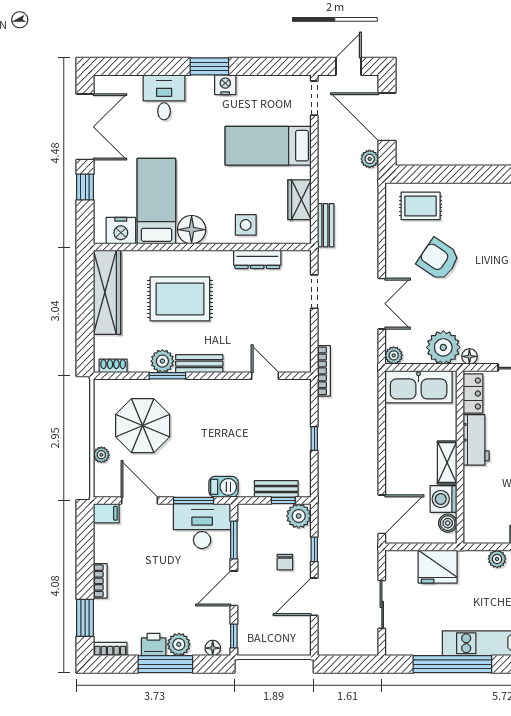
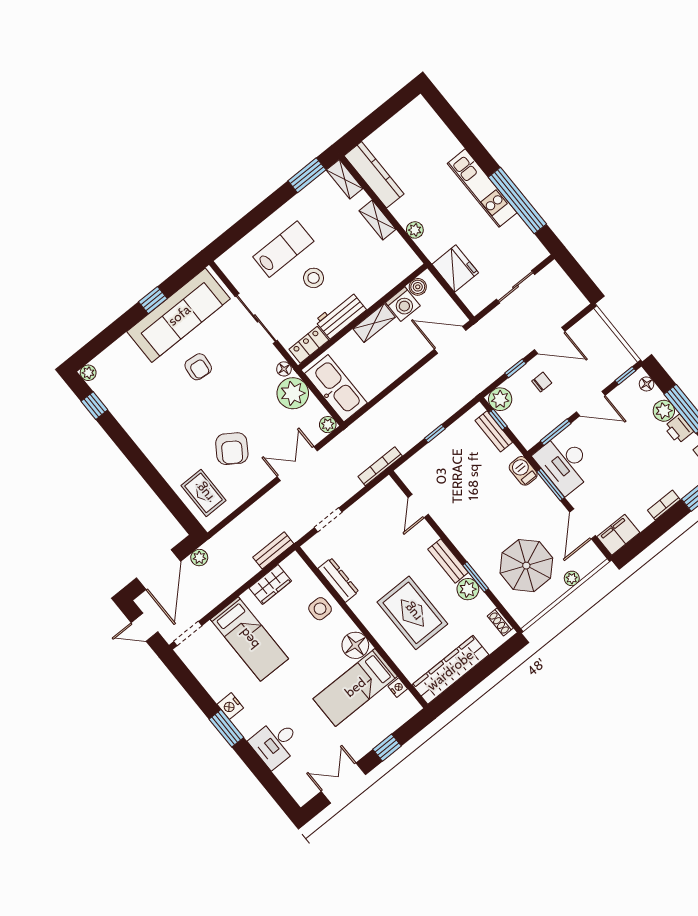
double door: (85, 127) -> (343, 783), width x0.73
nightstand: (121, 231) -> (398, 688), width x0.53, depth x0.56
filing cabinet: (106, 513) -> (618, 535), width x2.00

